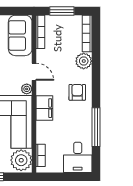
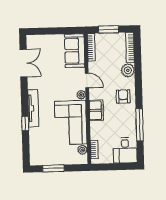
plant: (21, 160) -> (82, 150), width x0.53, depth x0.53

